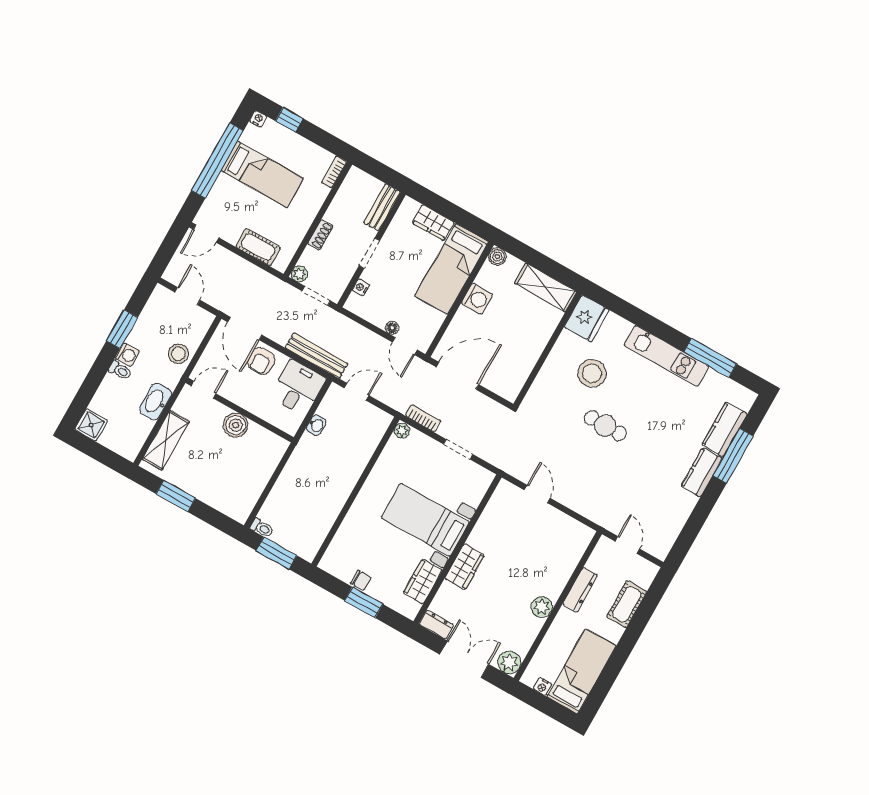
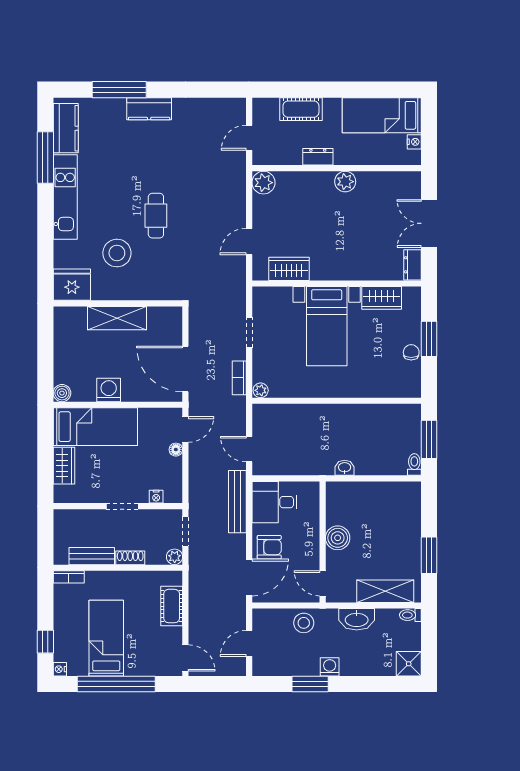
bench: (382, 207) -> (92, 556), moved
shelving: (546, 287) -> (117, 318), moved, turned 90
toilet: (120, 370) -> (410, 615), moved, turned -90
washbasin: (316, 425) -> (345, 468), moved
kitchen counter: (725, 429) -> (66, 128), moved, turned -90
wardrobe: (464, 567) -> (289, 269), moved
dresser: (580, 590) -> (318, 157), width x0.70
plant: (509, 662) -> (263, 183), moved

